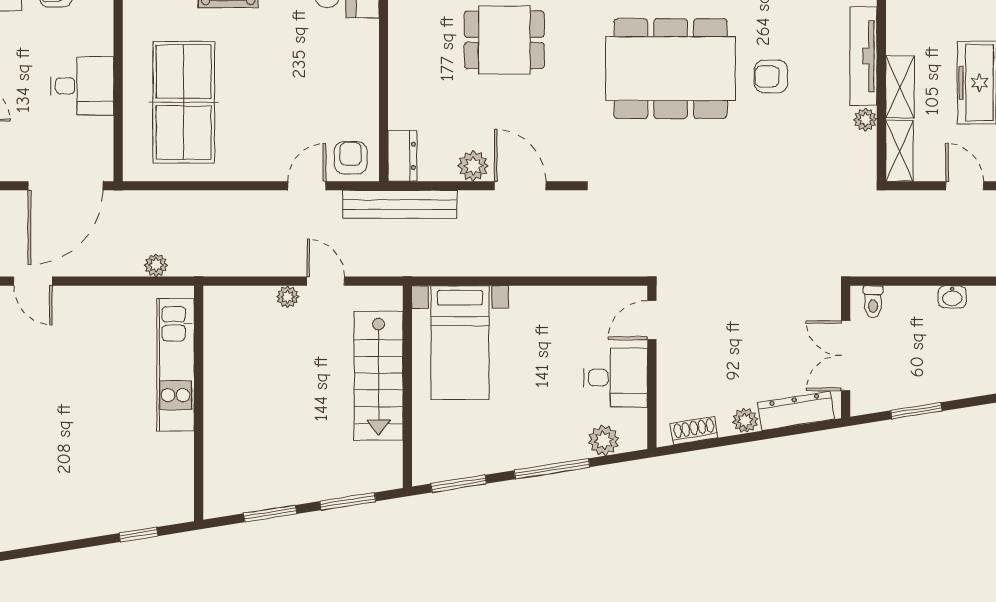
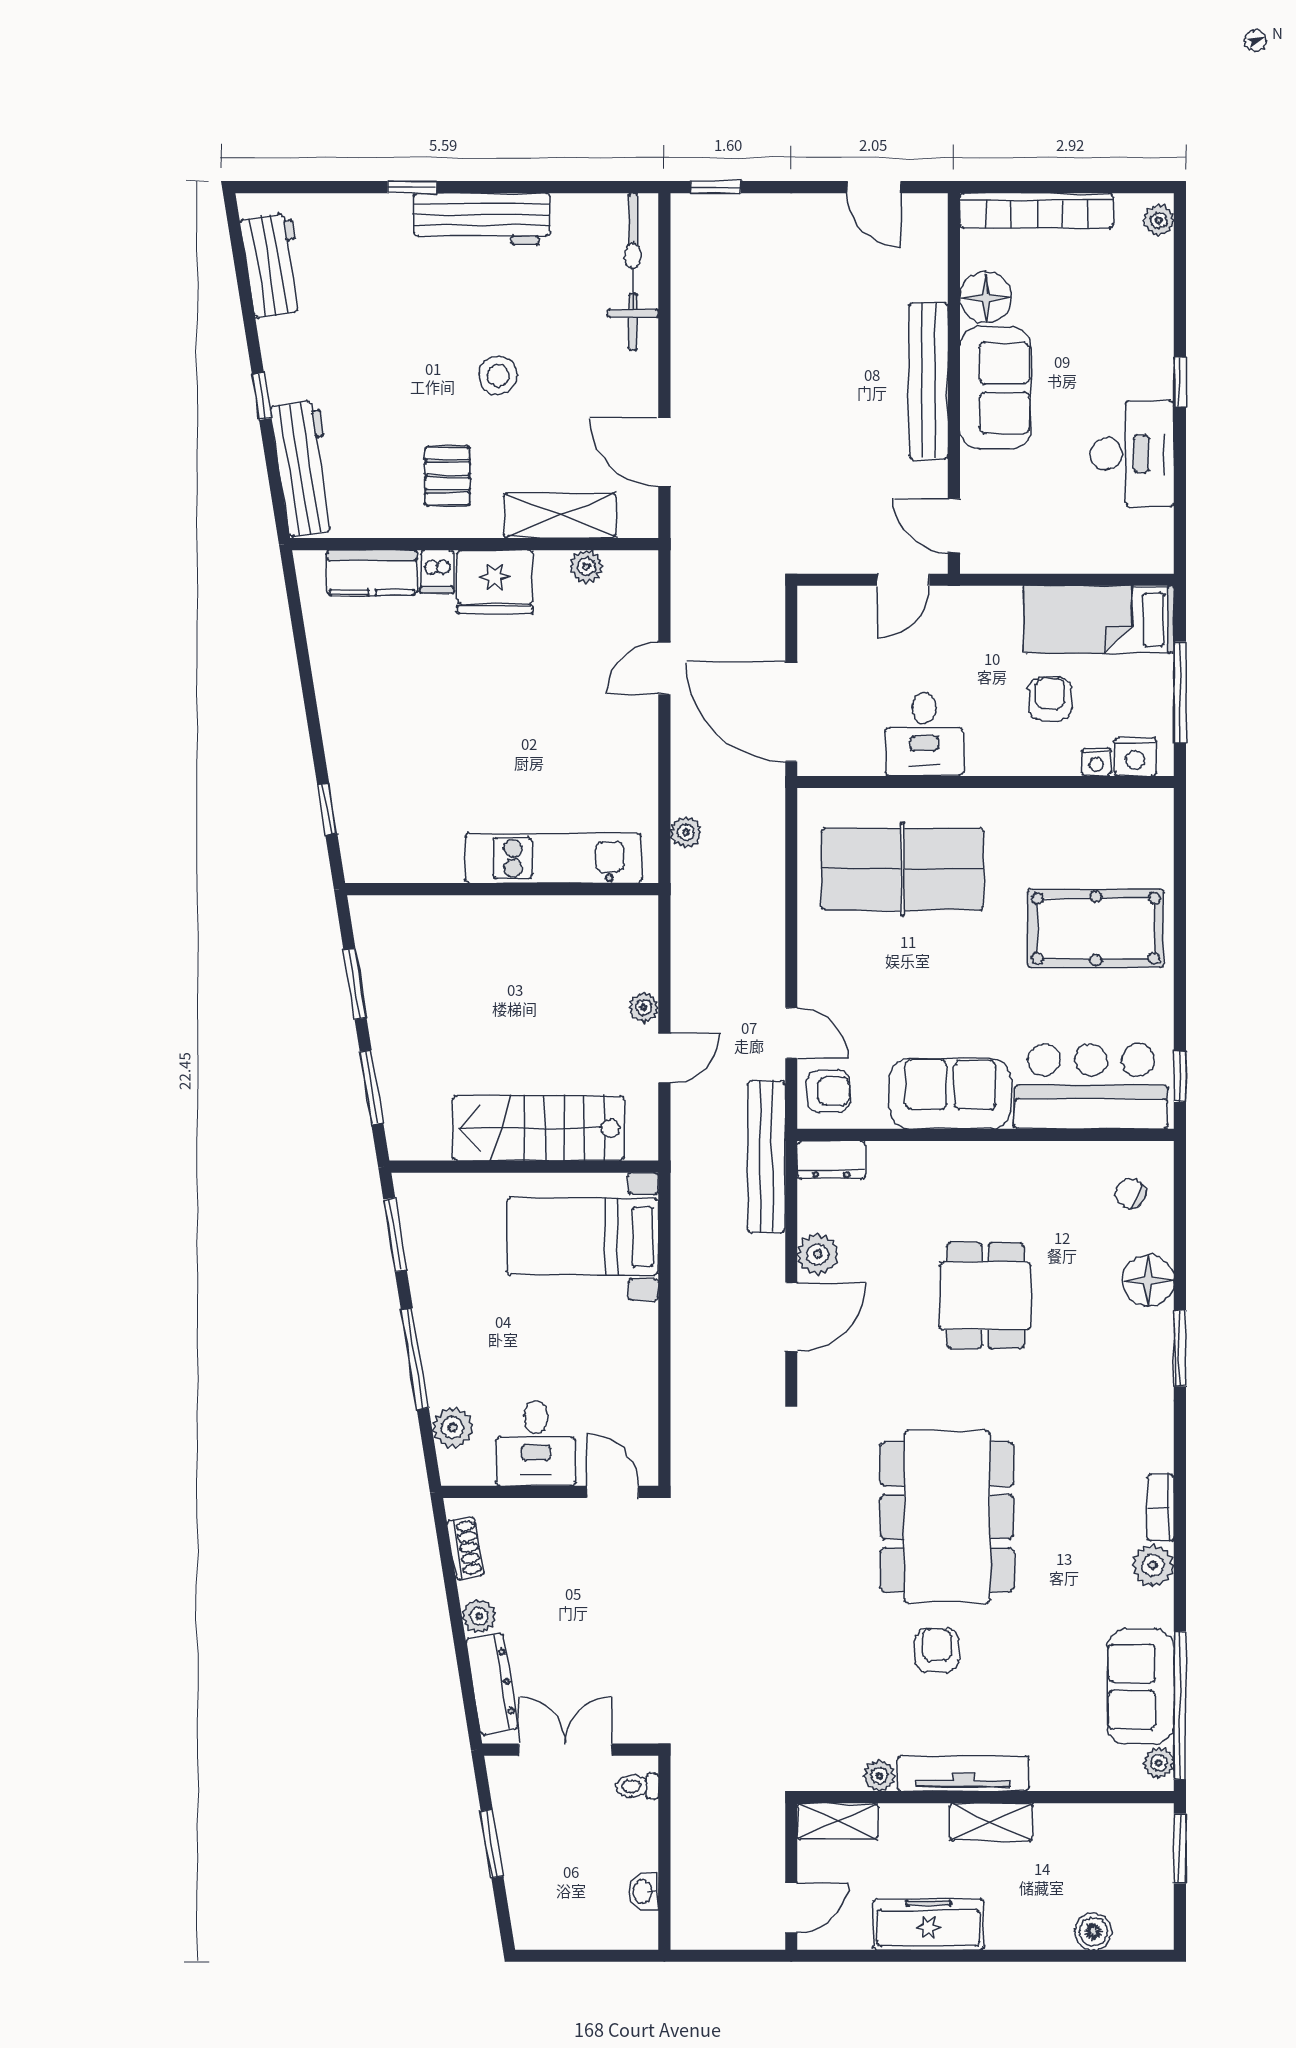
sofa: (353, 66) -> (950, 1094), added
shelving: (900, 87) -> (991, 1822), moved

